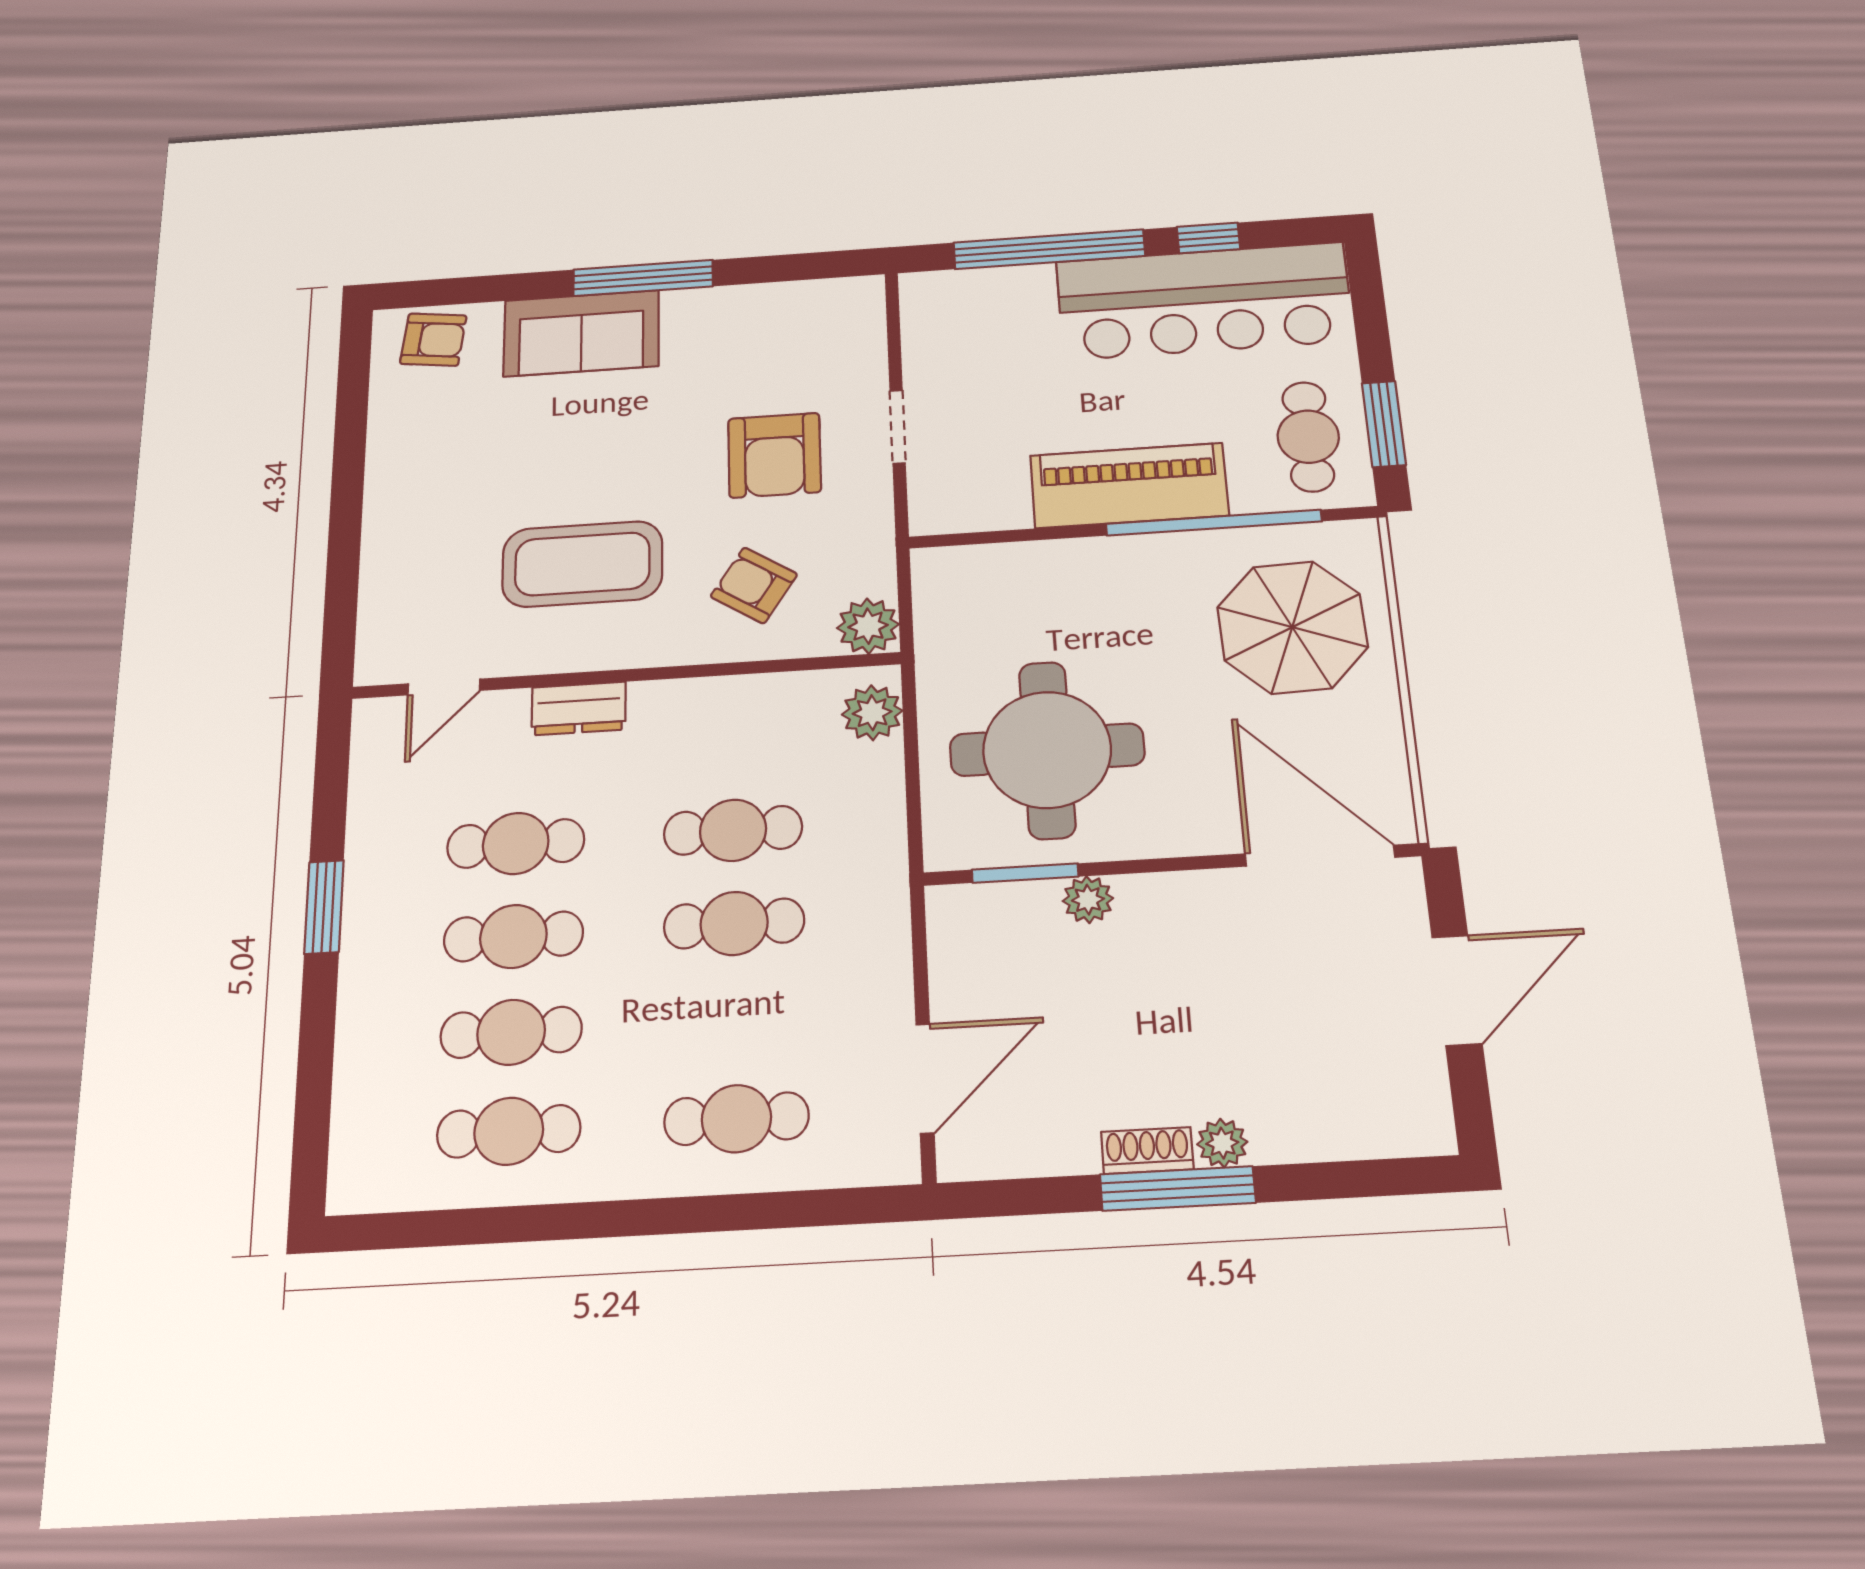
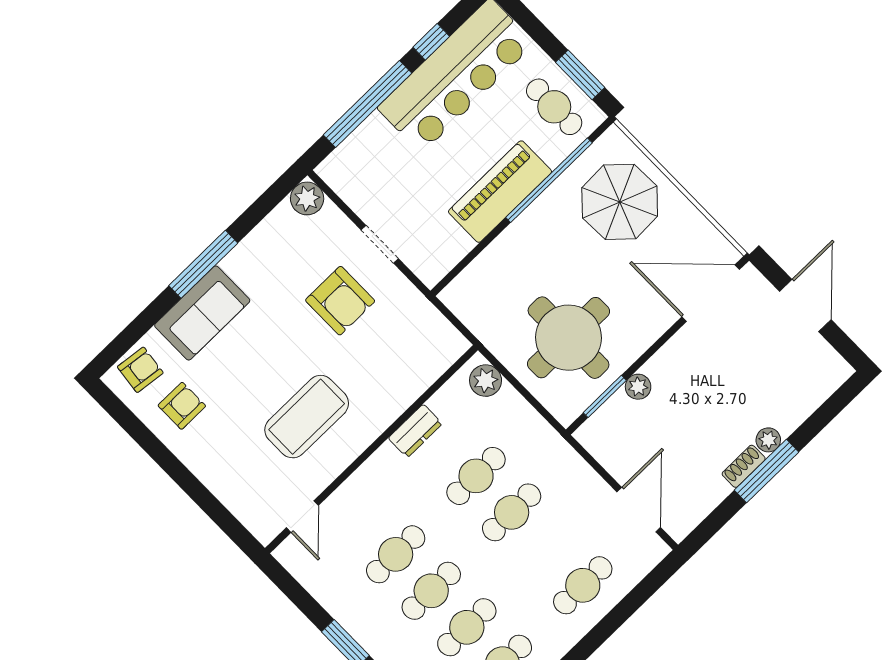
armchair: (754, 585) -> (182, 406), moved, turned 147
plant: (868, 626) -> (307, 198), moved
dresser: (579, 708) -> (415, 431), moved

